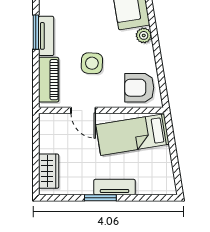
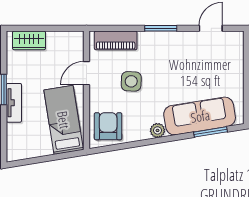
tv unit: (46, 36) -> (157, 38), removed

